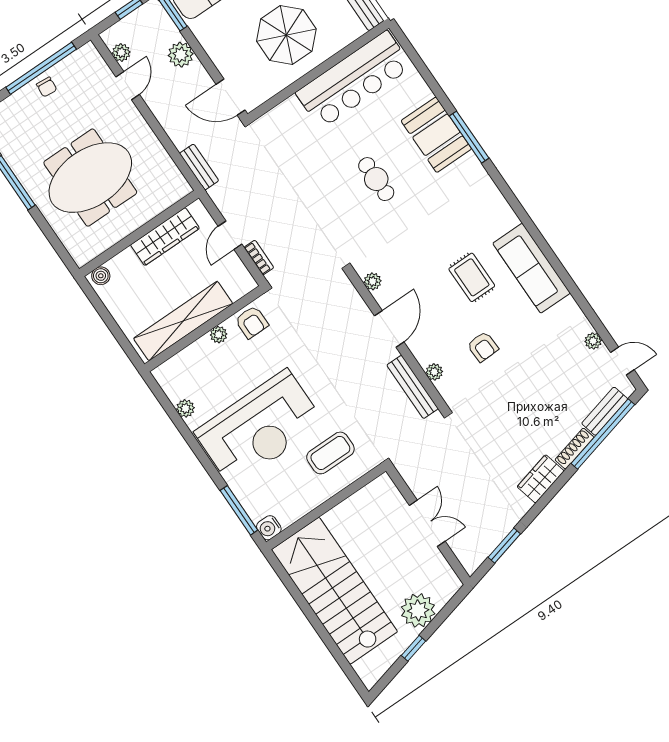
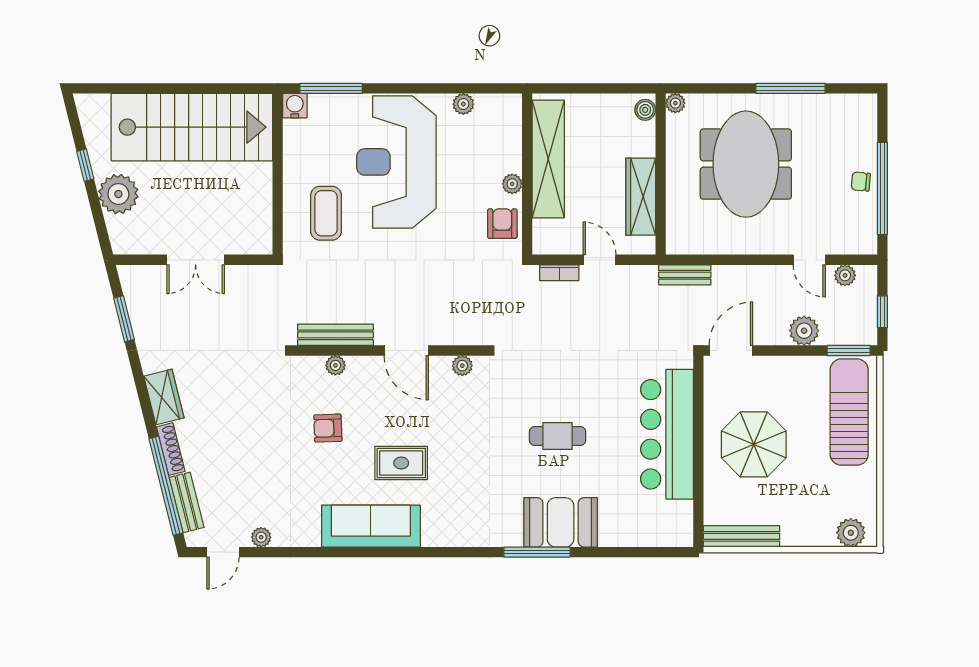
bar counter: (354, 80) -> (667, 434), moved
plant: (81, 258) -> (675, 103), added
armchair: (252, 322) -> (502, 224), turned 90

